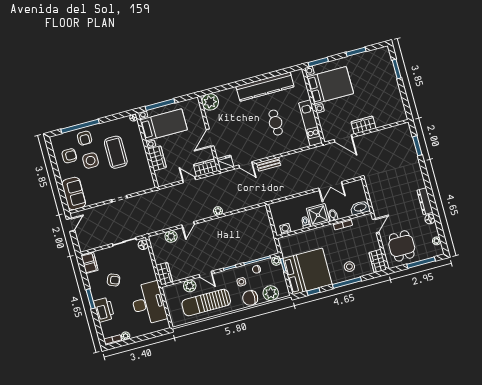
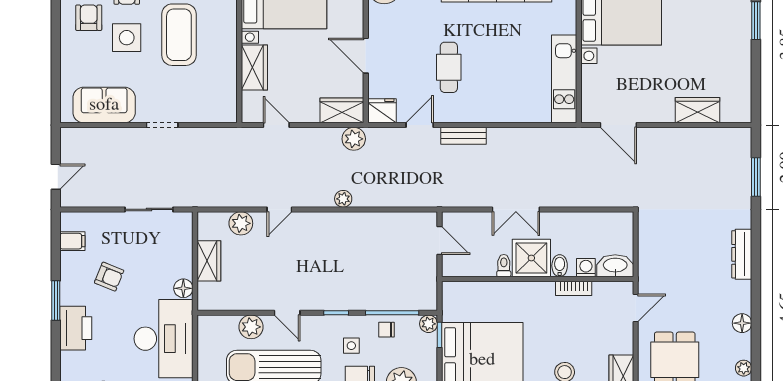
cafe table: (276, 123) -> (449, 67), moved
wardrobe: (363, 125) -> (698, 110), moved
door: (210, 138) -> (366, 56), hinge flipped
armchair: (69, 156) -> (89, 18), turned -90
door: (246, 165) -> (420, 125), swing flipped
door: (189, 180) -> (276, 125), moved
plant: (215, 180) -> (354, 139), added
double door: (330, 186) -> (516, 209), moved
sofa: (74, 193) -> (104, 105), moved, turned -90
dresser: (425, 201) -> (742, 254), moved
door: (271, 219) -> (440, 240), added
door: (71, 225) -> (56, 177), moved
washing machine: (285, 229) -> (586, 268), moved
floor lamp: (143, 245) -> (183, 288), moved
filing cabinet: (90, 263) -> (72, 241), width x0.50
wardrobe: (164, 274) -> (209, 261), moved

